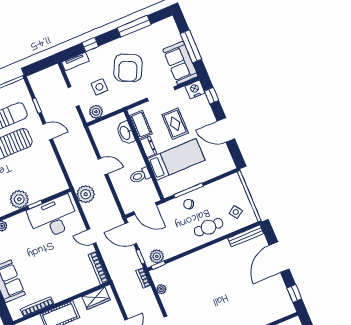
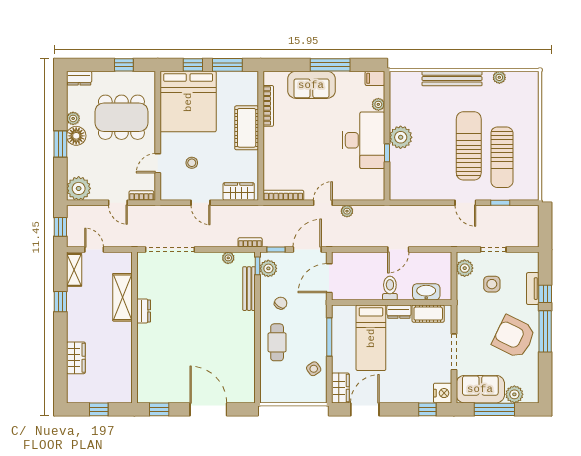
window: (134, 26) -> (545, 331), moved
plant: (174, 36) -> (514, 394), added
tv unit: (75, 61) -> (533, 289), moved
armchair: (128, 68) -> (514, 337), moved
rug: (175, 124) -> (413, 354), removed
door: (226, 130) -> (365, 409), moved
door: (48, 131) -> (465, 203), hinge flipped
wardrobe: (223, 166) -> (340, 388), added
toilet: (140, 176) -> (390, 288), moved
plant: (86, 194) -> (347, 211), moved, width x0.53, depth x0.53
chair: (189, 204) -> (281, 303), moved
side table: (236, 212) -> (314, 369), moved
desk: (53, 217) -> (363, 140), moved
bench: (246, 236) -> (249, 289), moved
wardrobe: (96, 298) -> (239, 191), moved, turned 90

